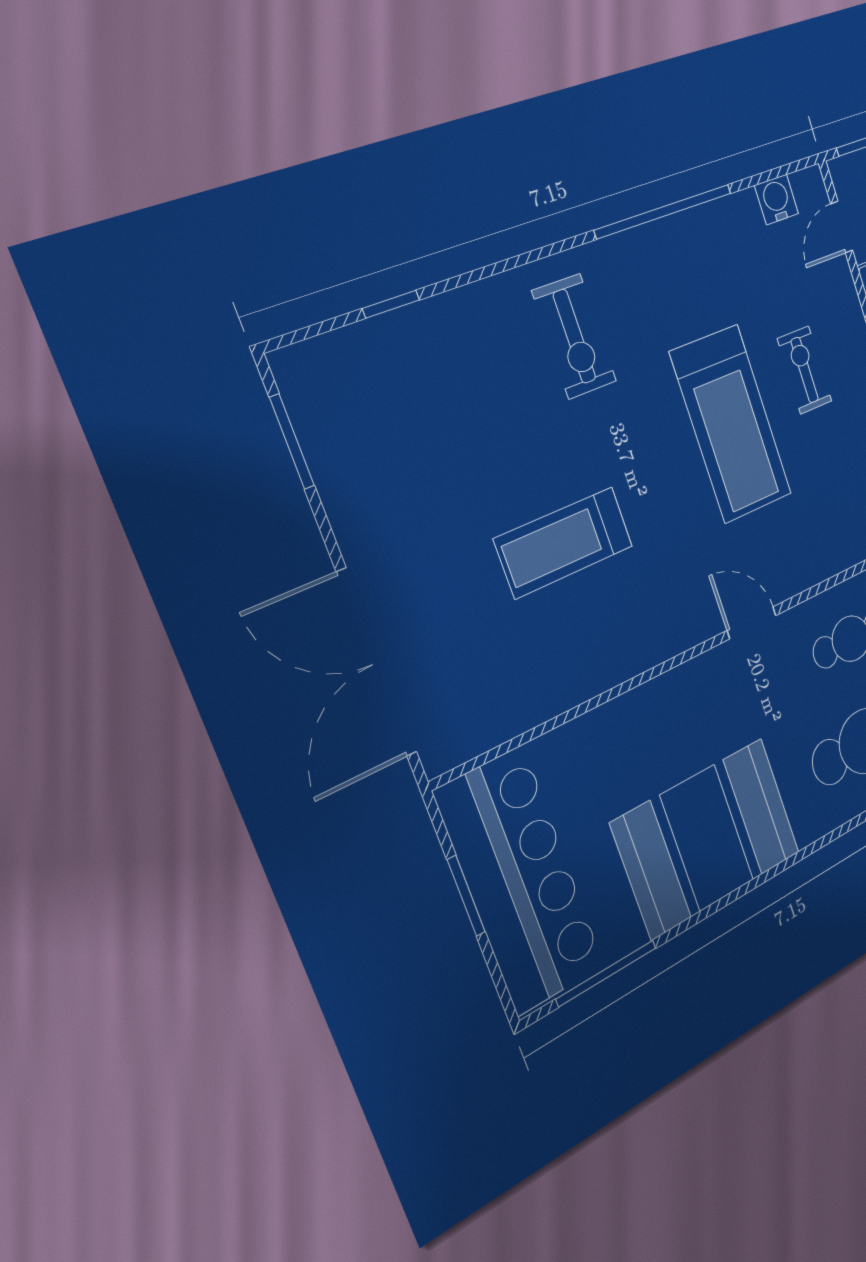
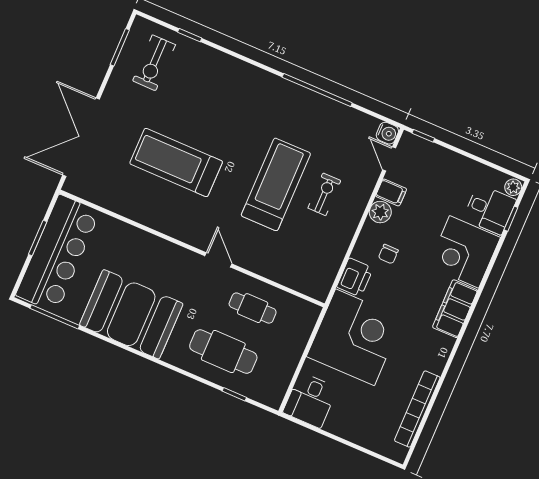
water cooler: (776, 200) -> (387, 133), moved, turned 90
door: (842, 227) -> (389, 159), hinge flipped
exercise bike: (574, 336) -> (154, 63), moved
treadmill: (731, 424) -> (276, 184), turned 180
treadmill: (564, 542) -> (176, 162), width x1.37, depth x1.38

